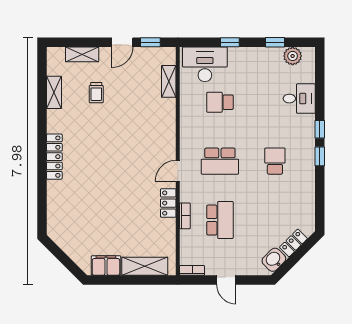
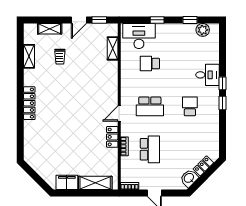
desk: (299, 99) -> (208, 75), moved

